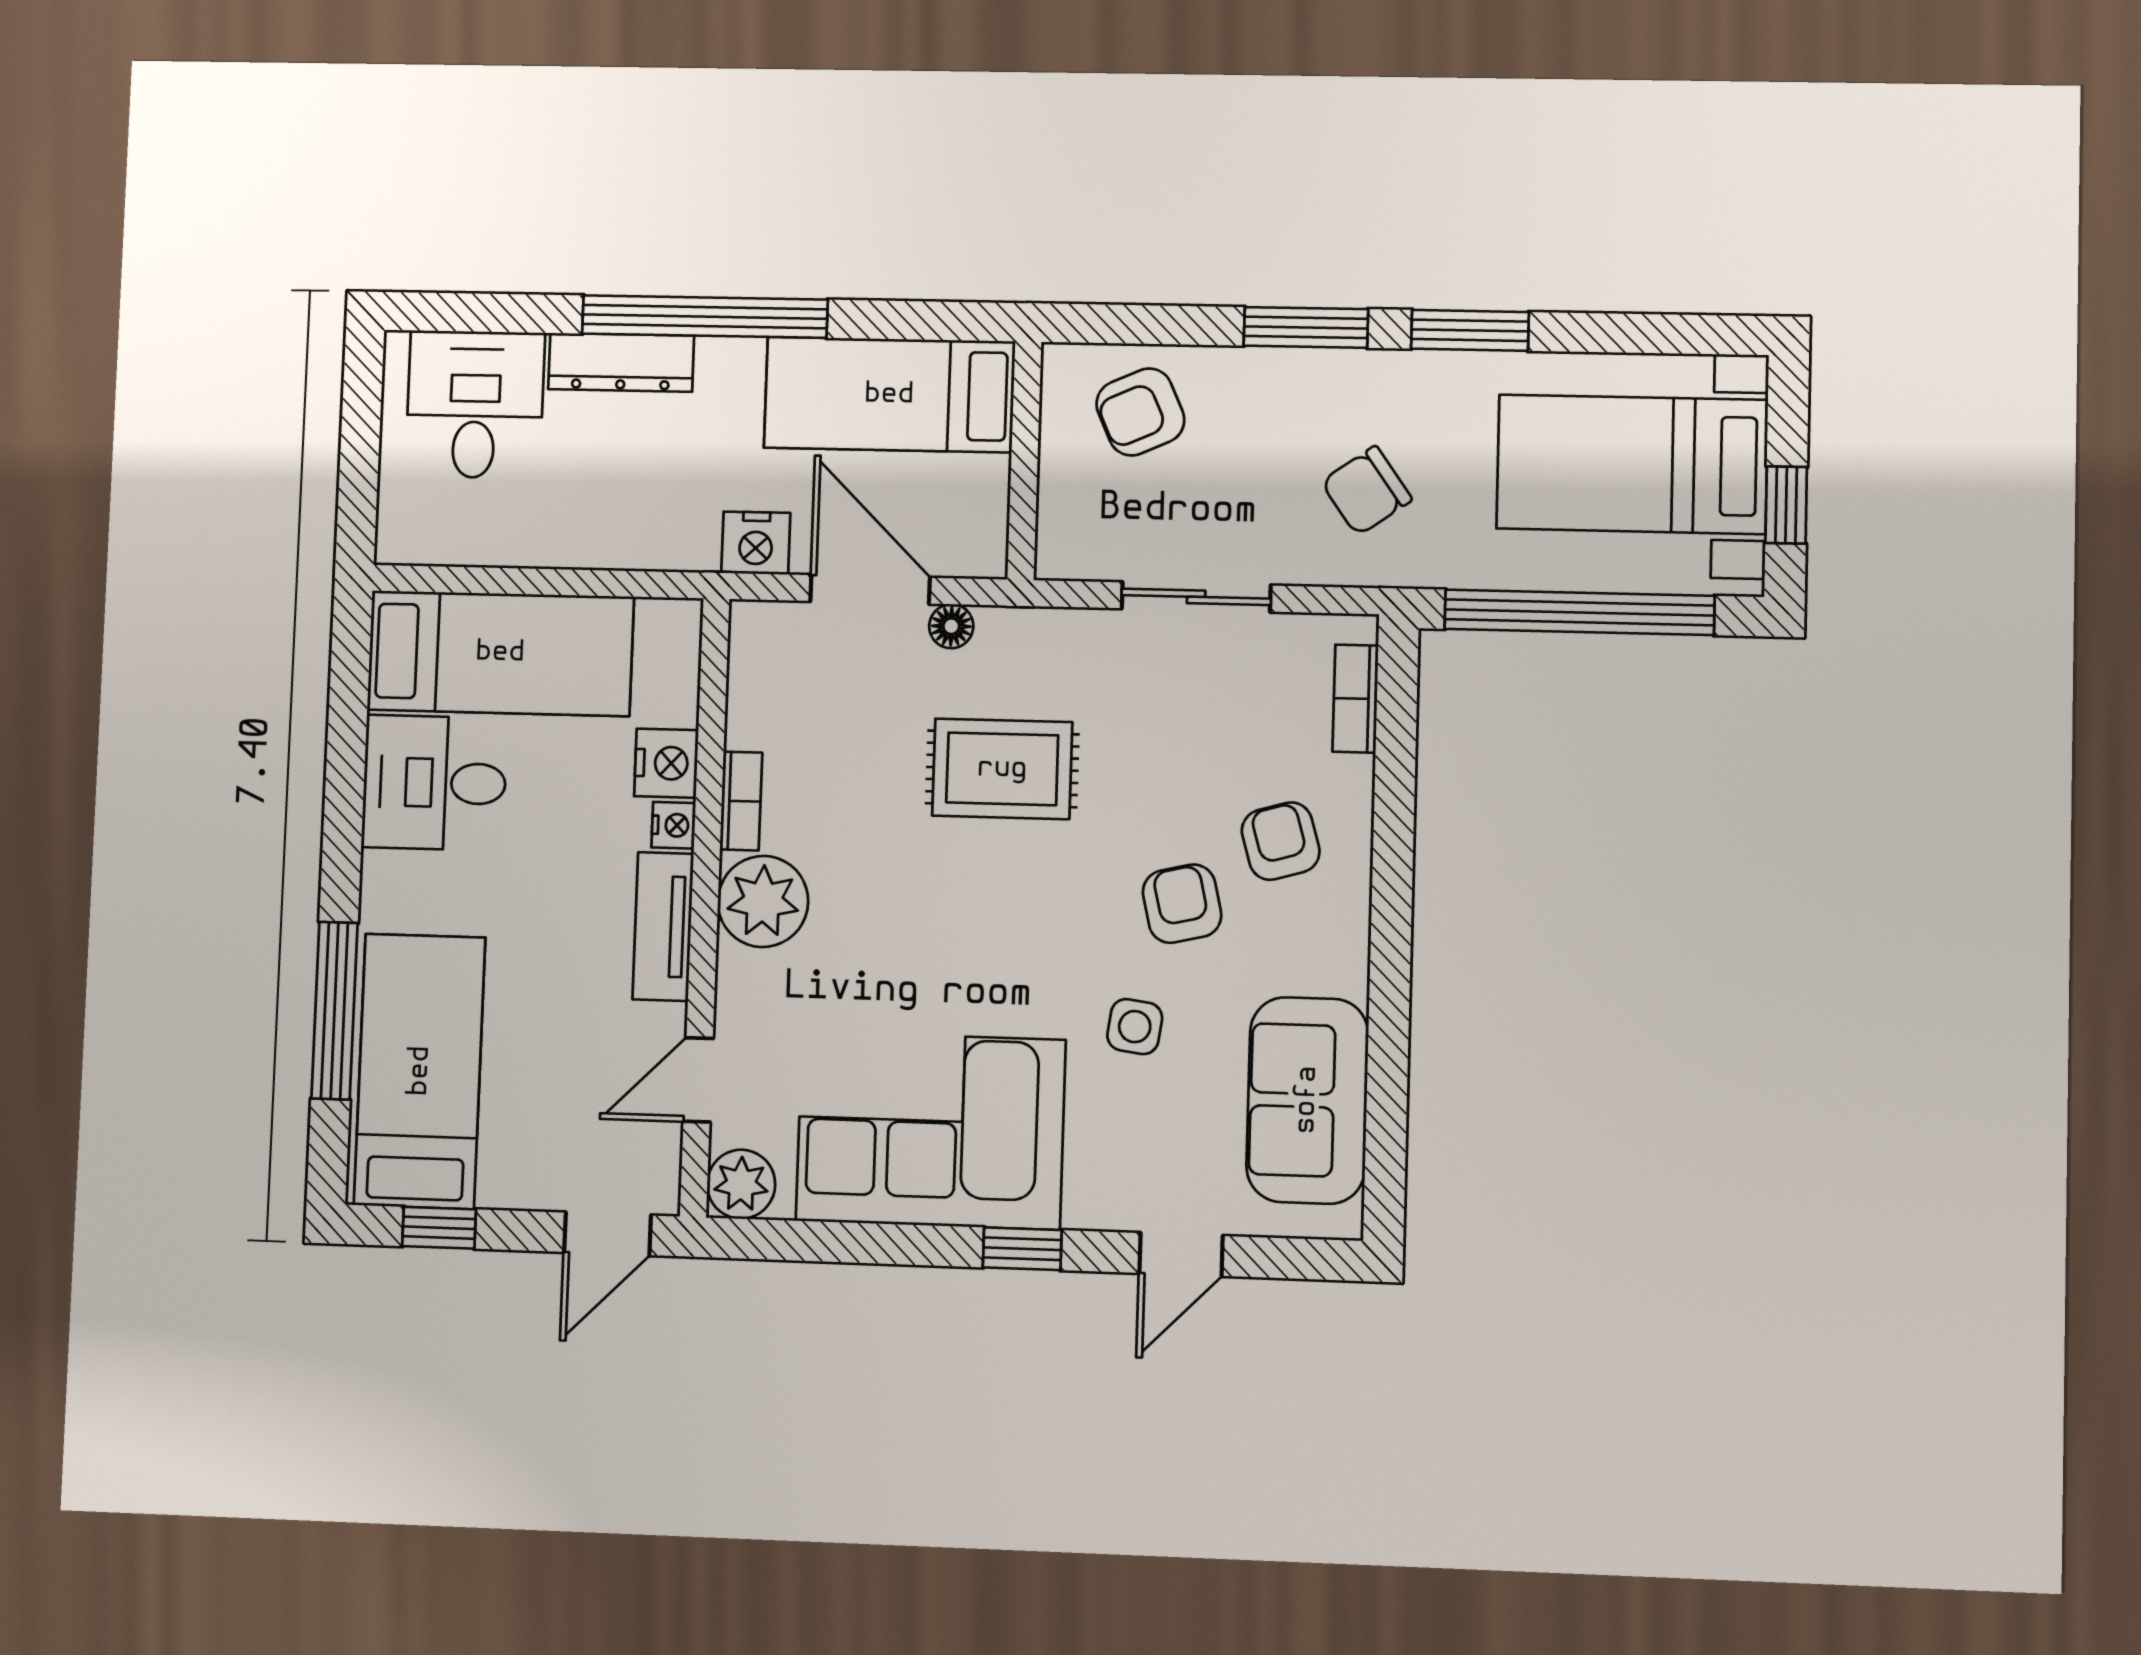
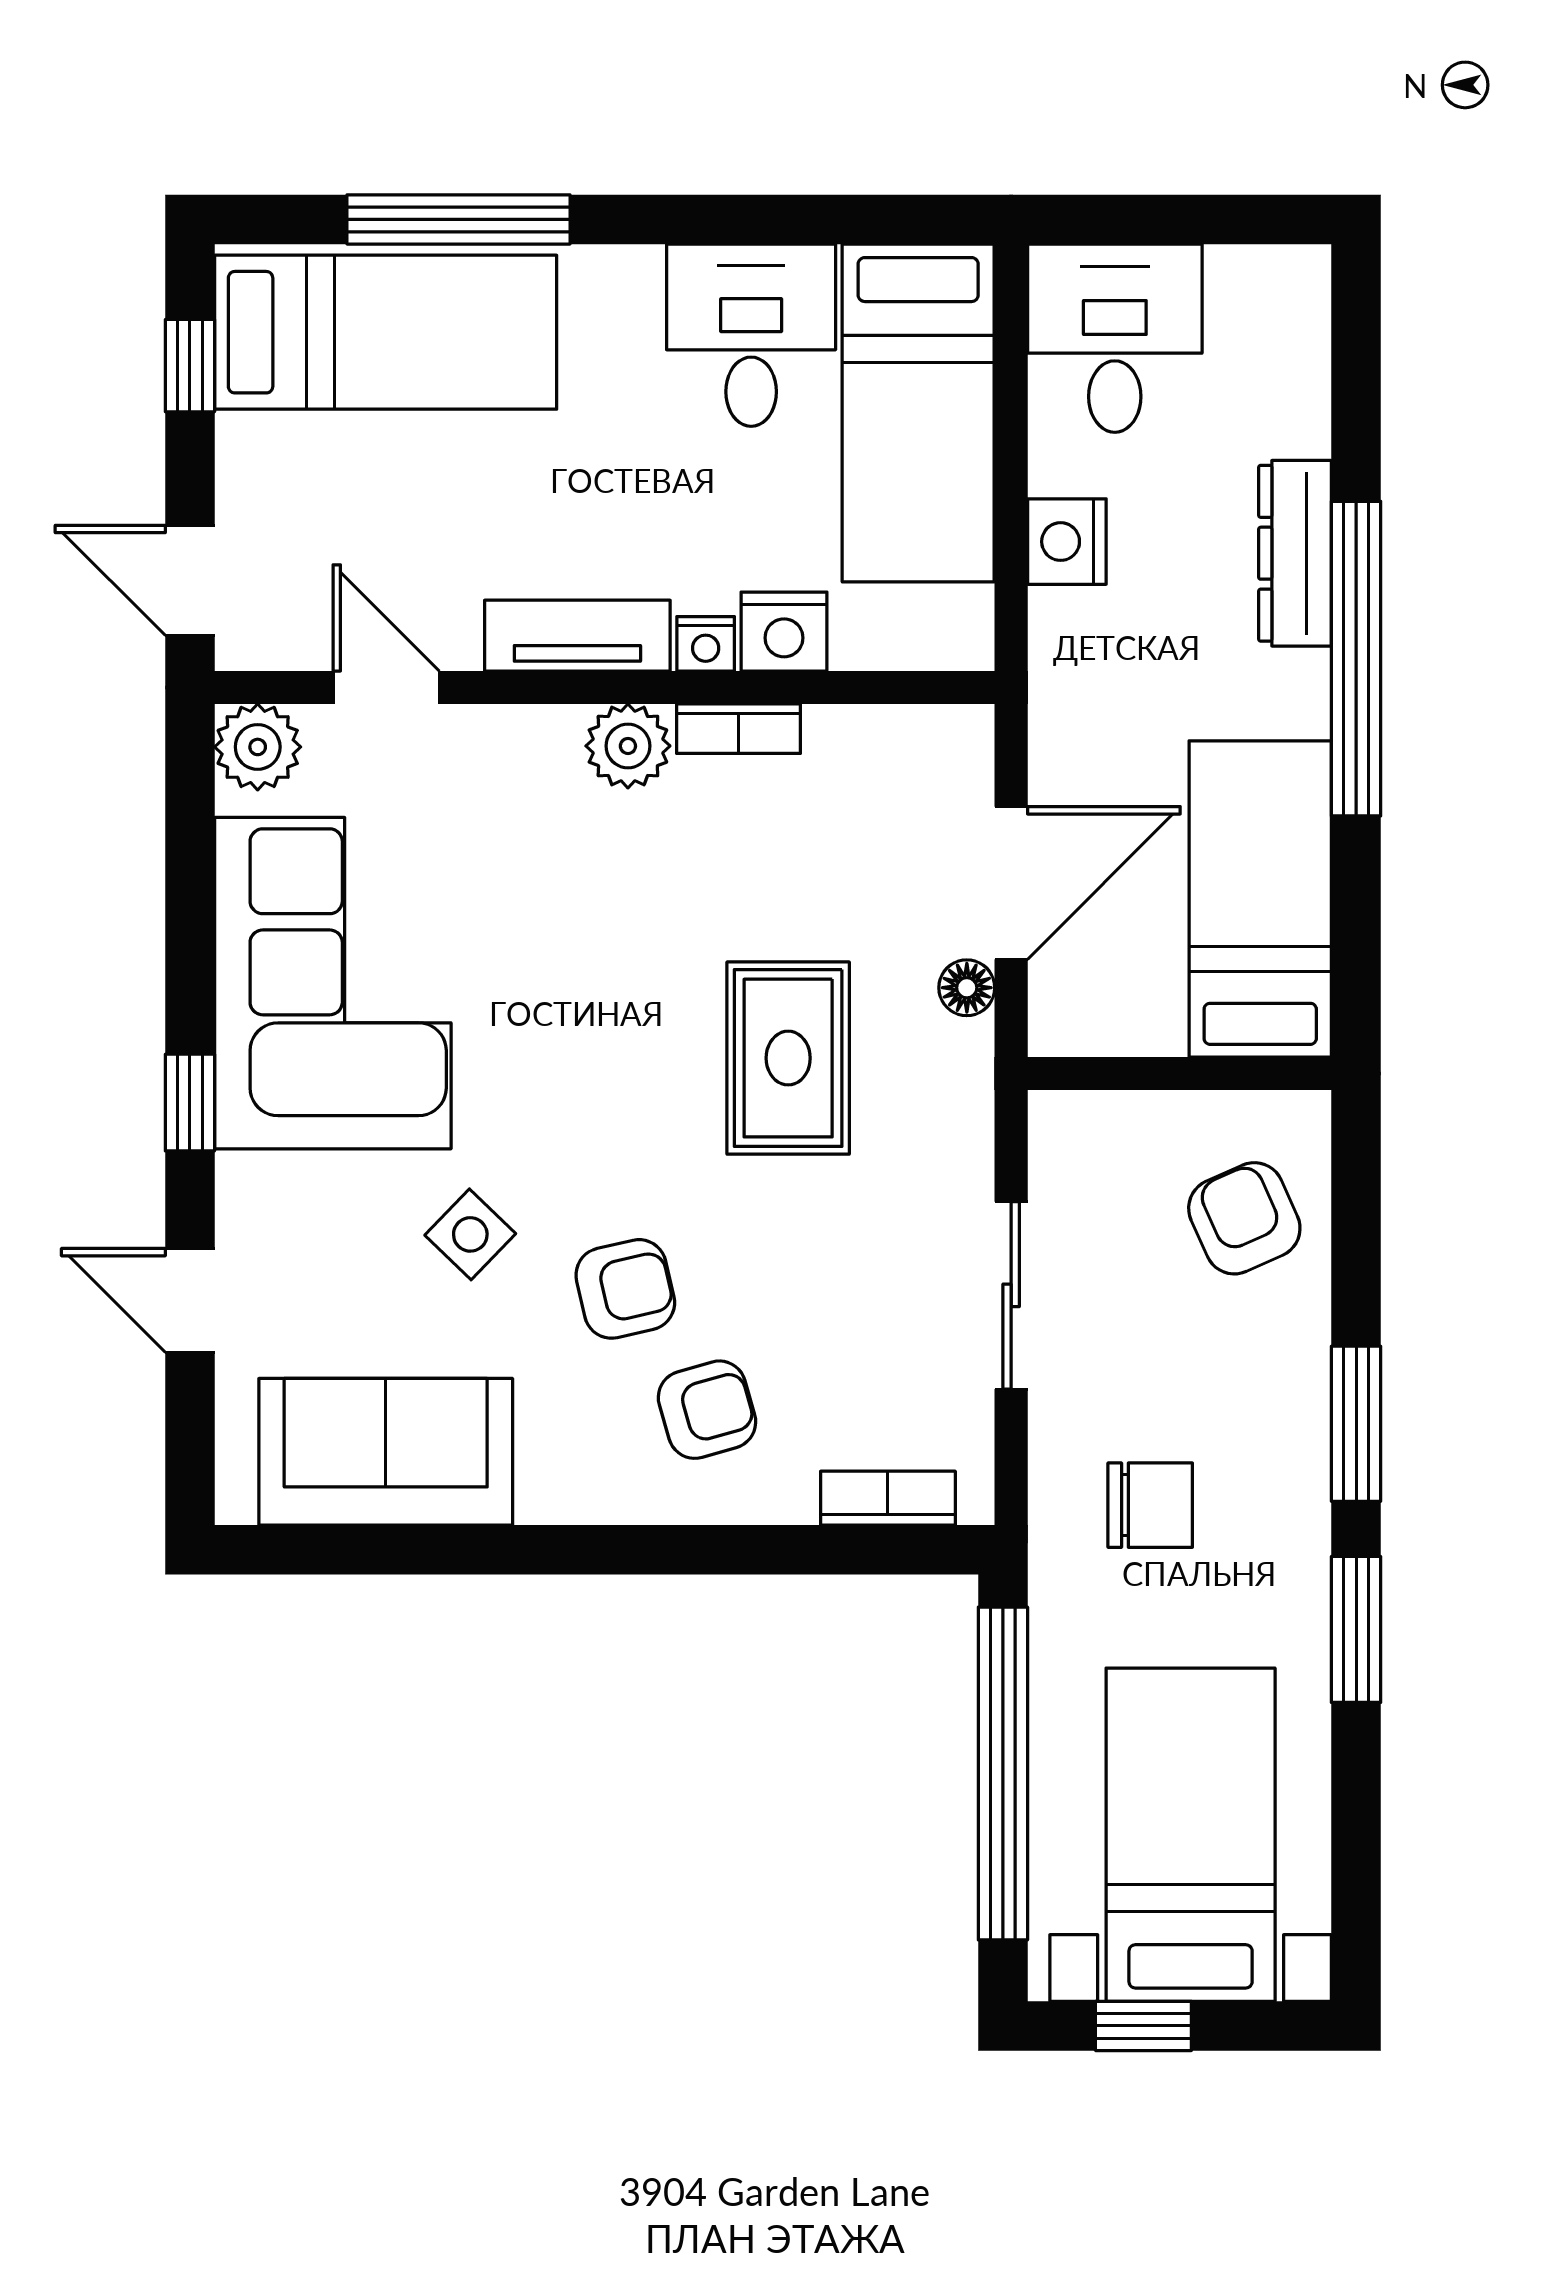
desk: (475, 404) -> (1115, 338), moved, turned -90
chair: (1366, 491) -> (1150, 1505), turned 125
nightstand: (756, 543) -> (1067, 542), moved
plant: (763, 901) -> (628, 746), width x0.73, depth x0.73
side table: (1135, 1027) -> (470, 1234), turned 36

